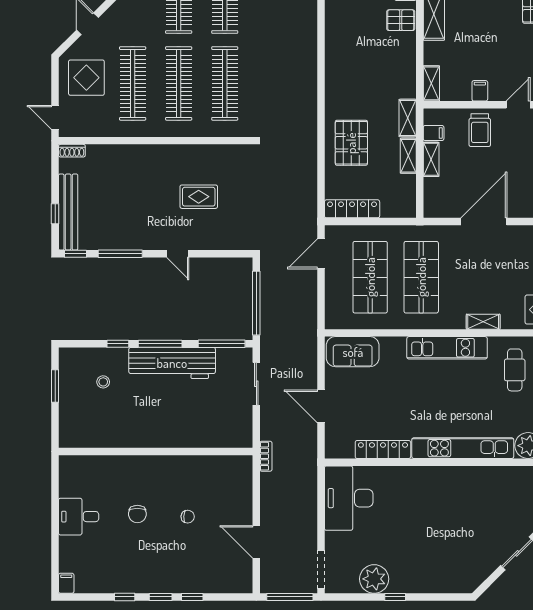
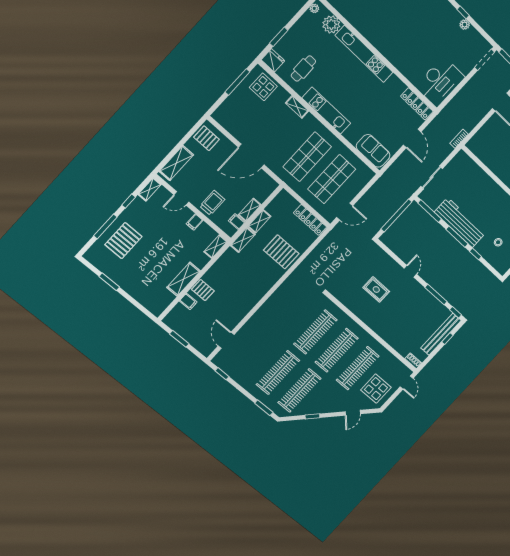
pallet: (351, 143) -> (281, 252), turned 90
locker: (383, 450) -> (417, 104), moved
plant: (374, 579) -> (465, 24), width x0.53, depth x0.53

